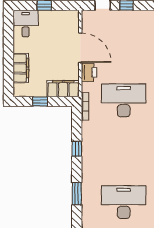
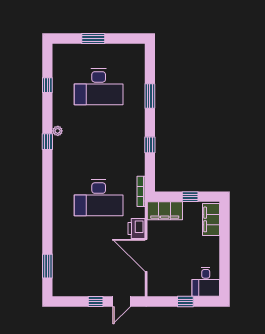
filing cabinet: (21, 68) -> (211, 219), moved

